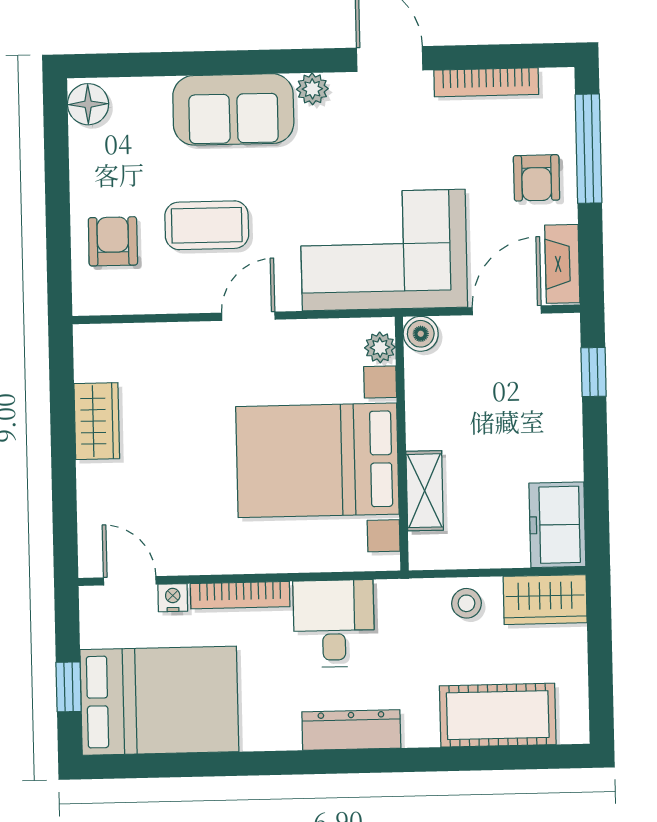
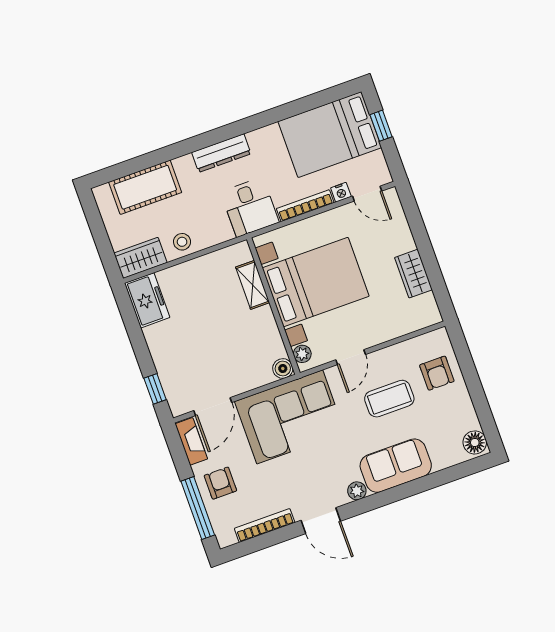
boiler: (421, 334) -> (283, 369), moved
plant: (380, 347) -> (302, 354), moved
wall: (402, 444) -> (273, 306), moved
bed with nightstands: (317, 460) -> (316, 282), moved
shelving: (425, 491) -> (253, 285), moved

